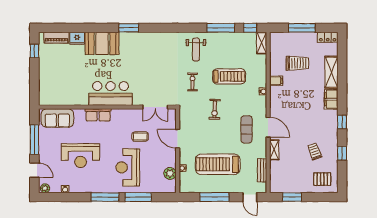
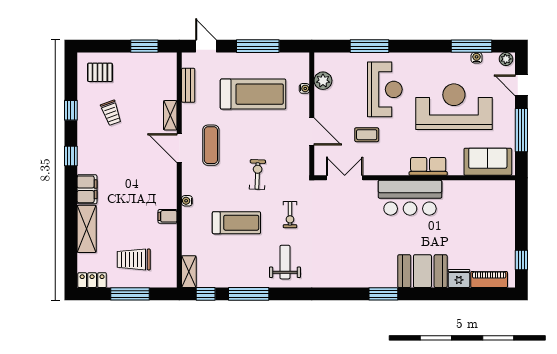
trolley: (297, 63) -> (134, 259), moved
treadmill: (229, 76) -> (236, 223), turned 180
reception desk: (81, 156) -> (454, 107), width x1.36, depth x1.30
window: (105, 197) -> (471, 46), moved

